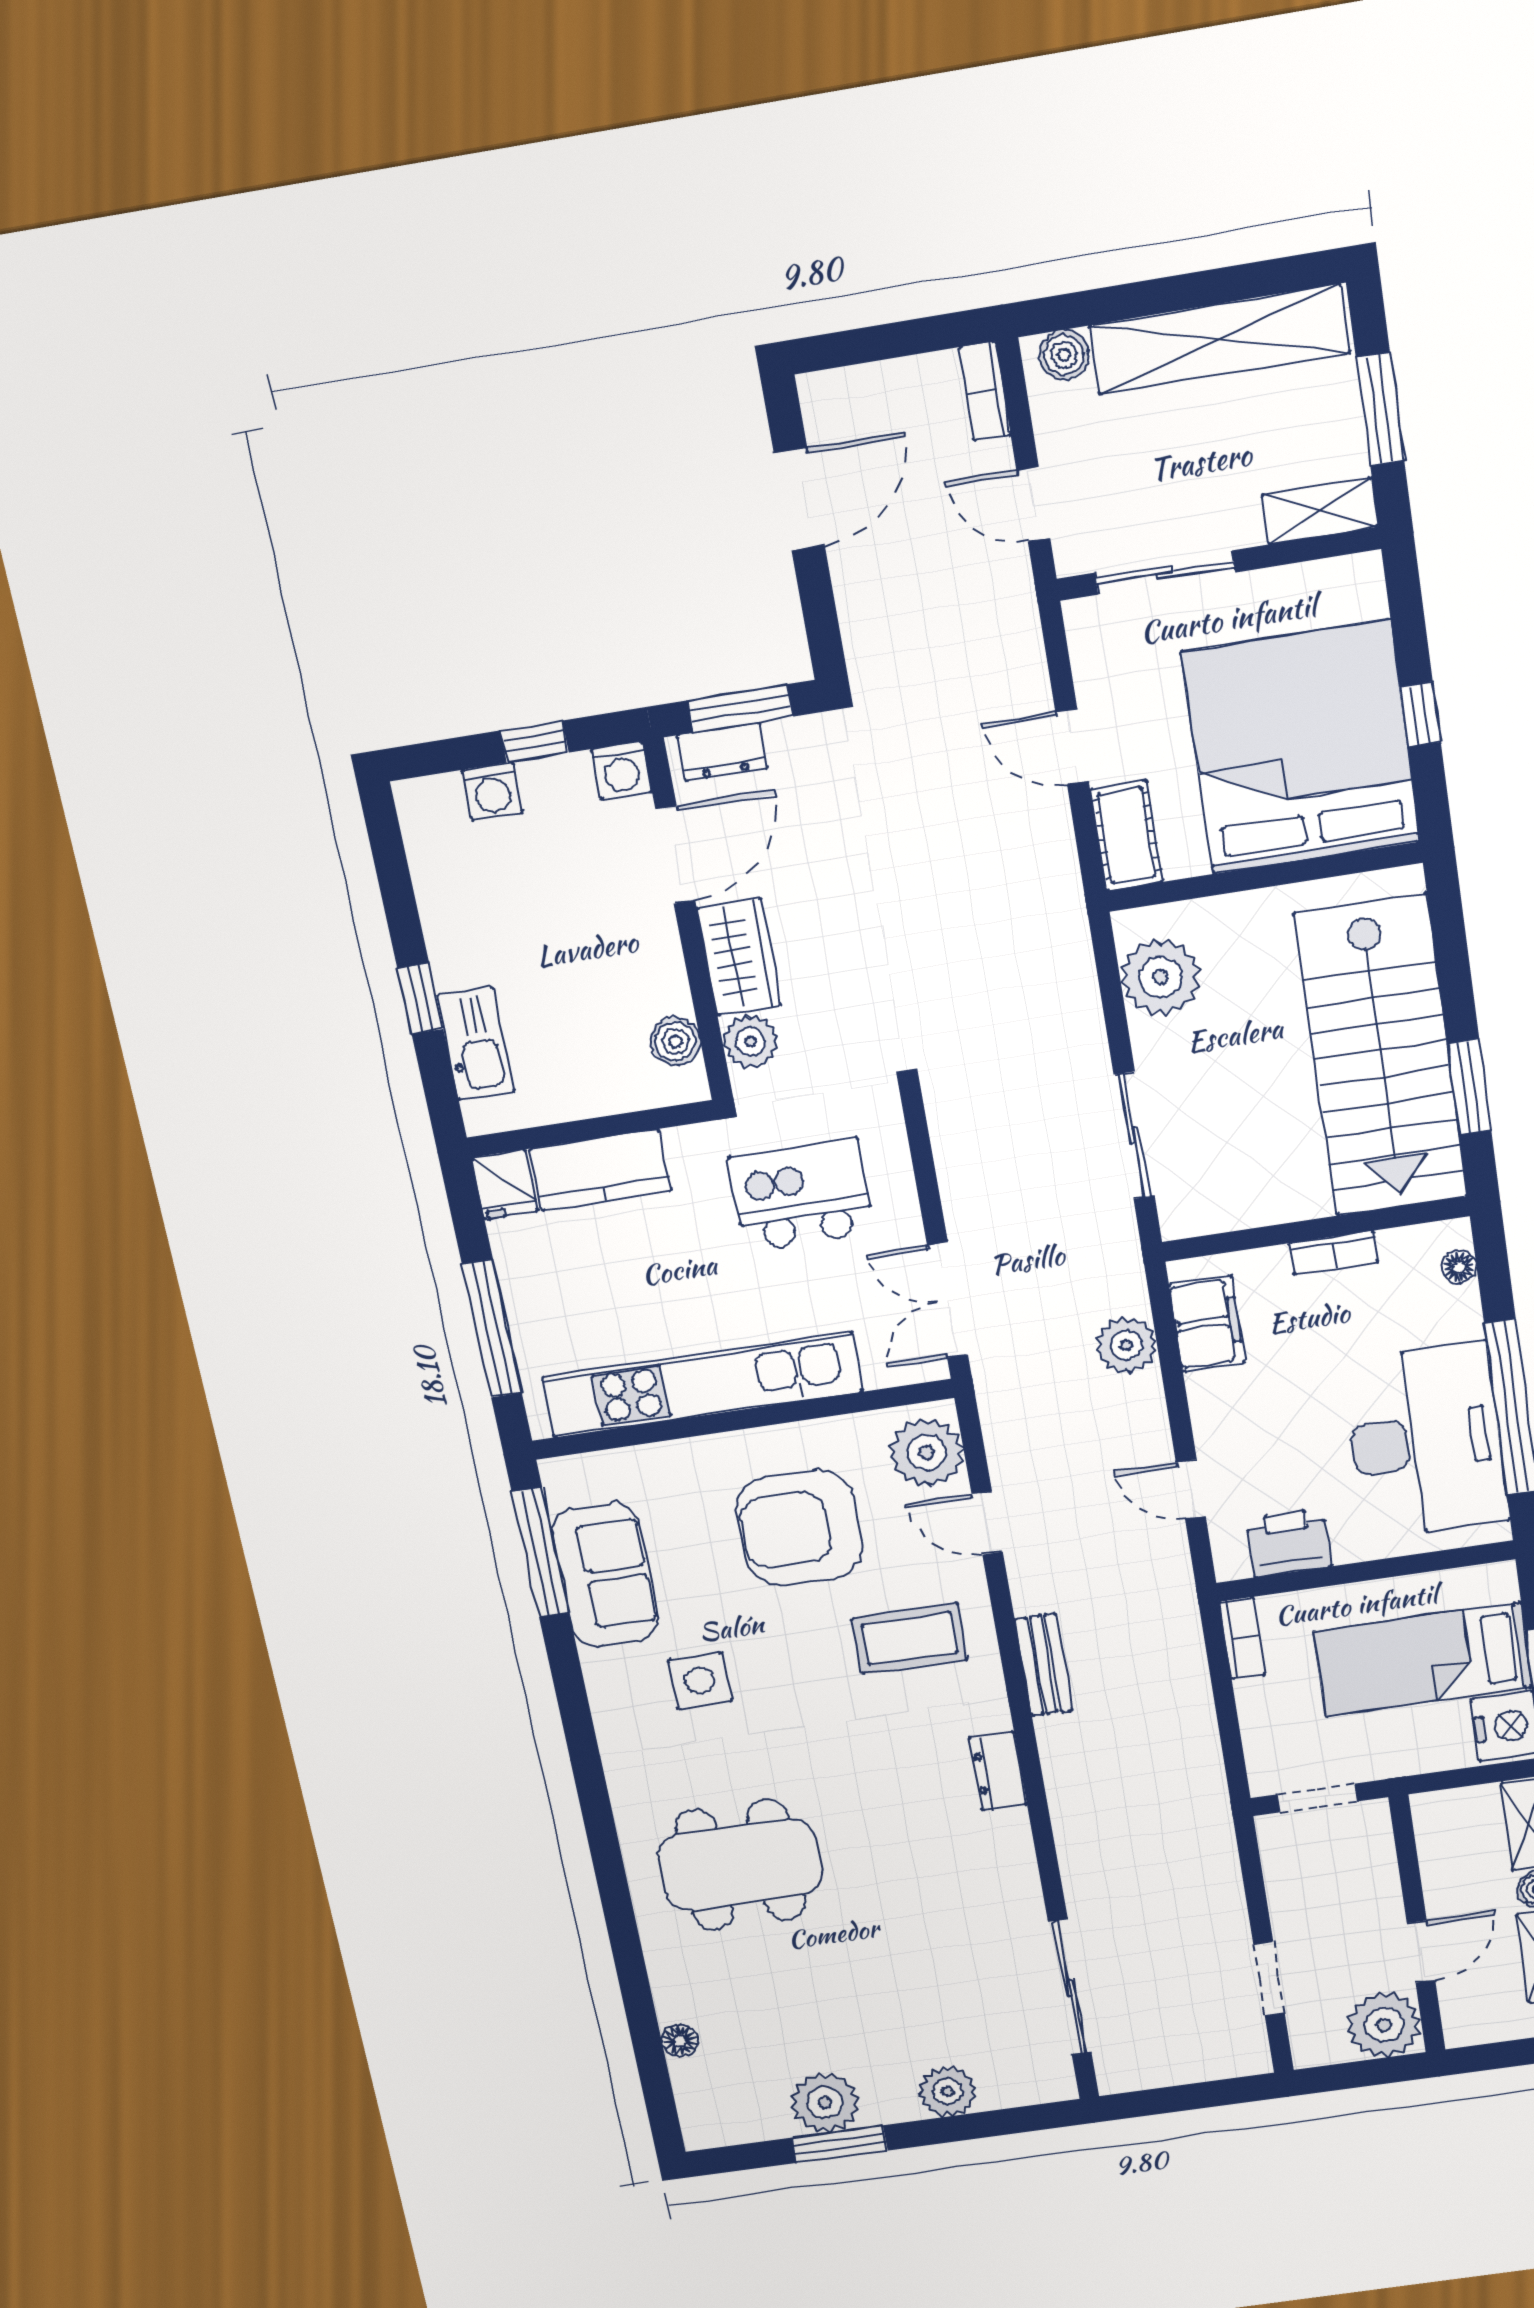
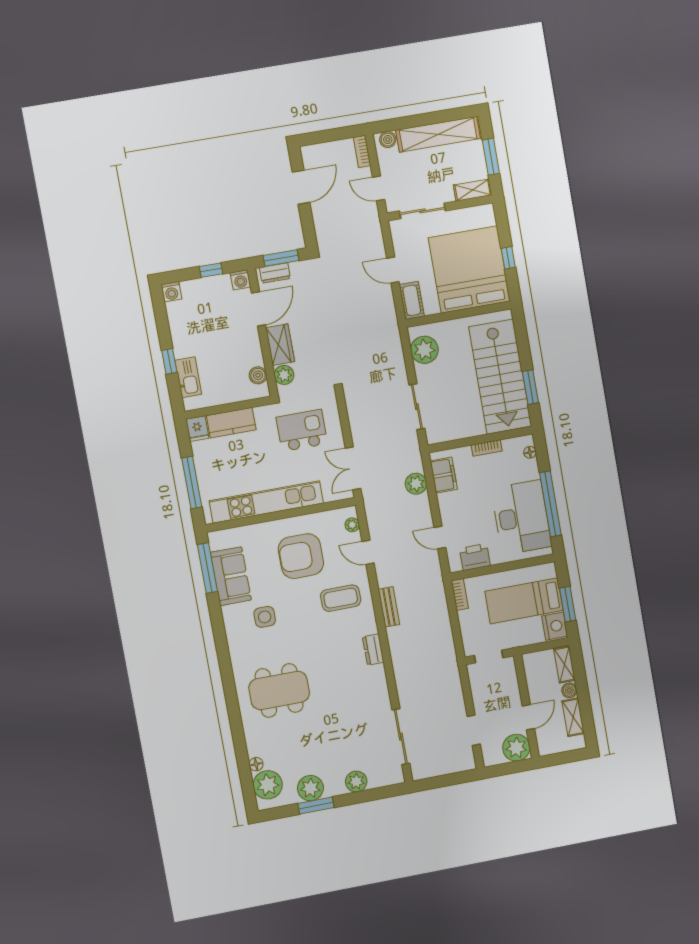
washing machine: (492, 791) -> (171, 292), moved
plant: (926, 1452) -> (352, 525), width x0.53, depth x0.53
plant: (711, 2091) -> (268, 785), added

